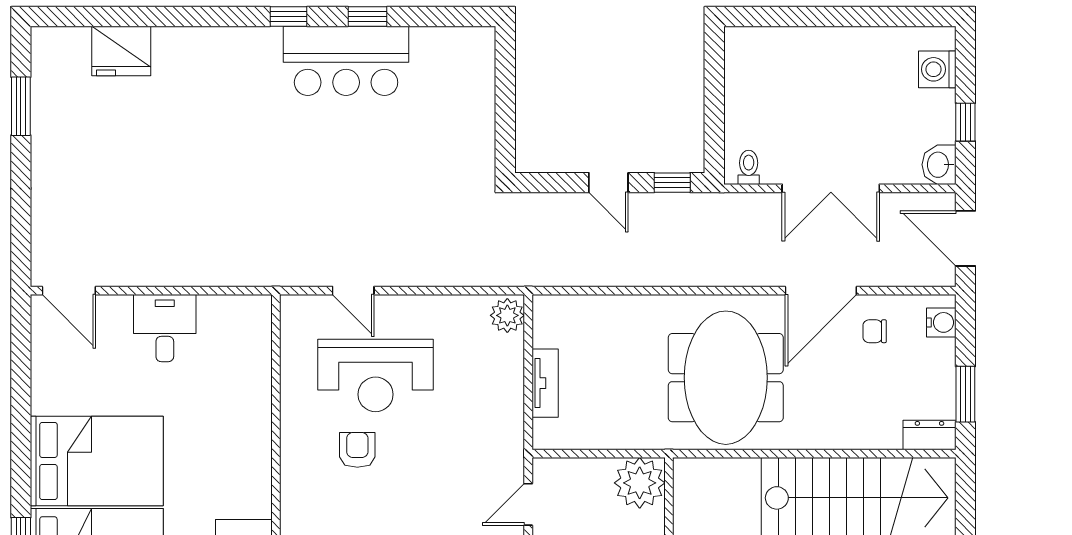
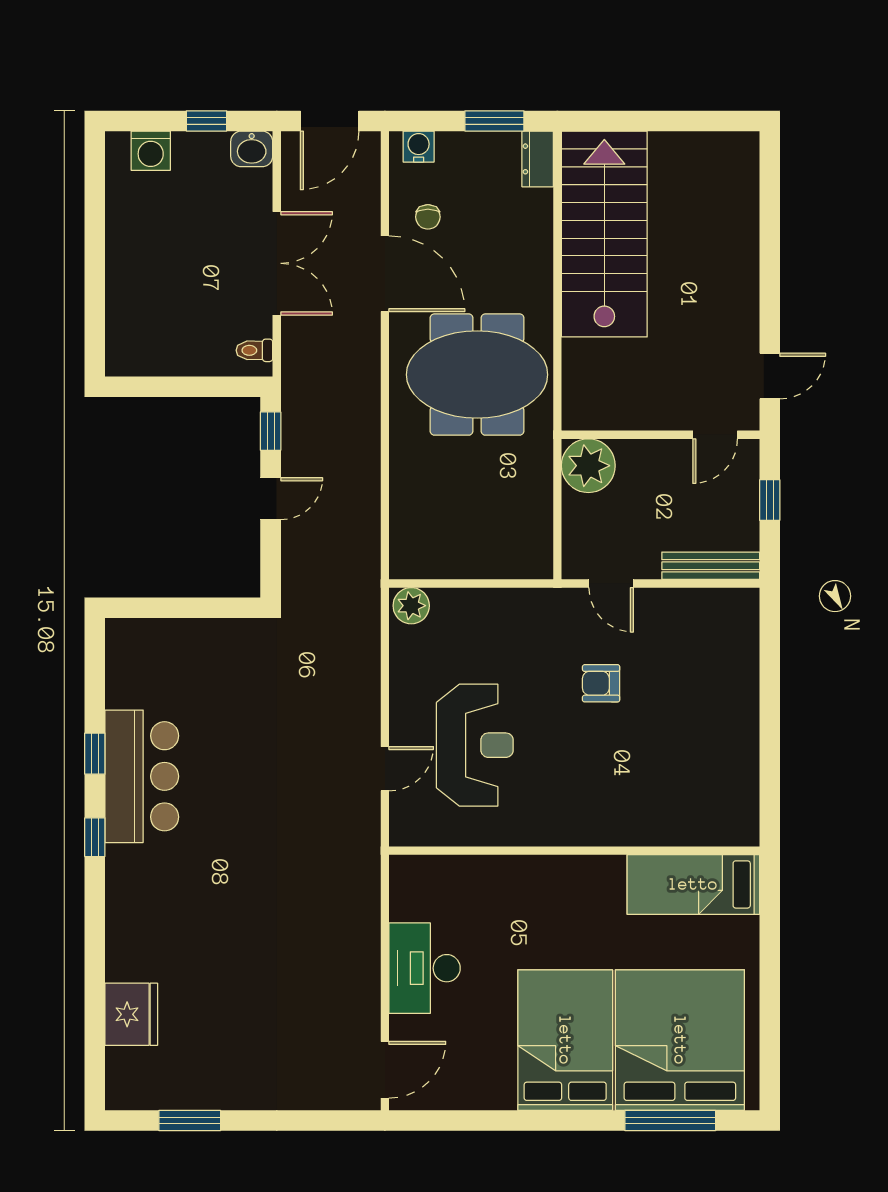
desk: (165, 328) -> (425, 968), width x1.37
tv unit: (545, 383) -> (483, 566), removed
armchair: (357, 450) -> (601, 683), moved

